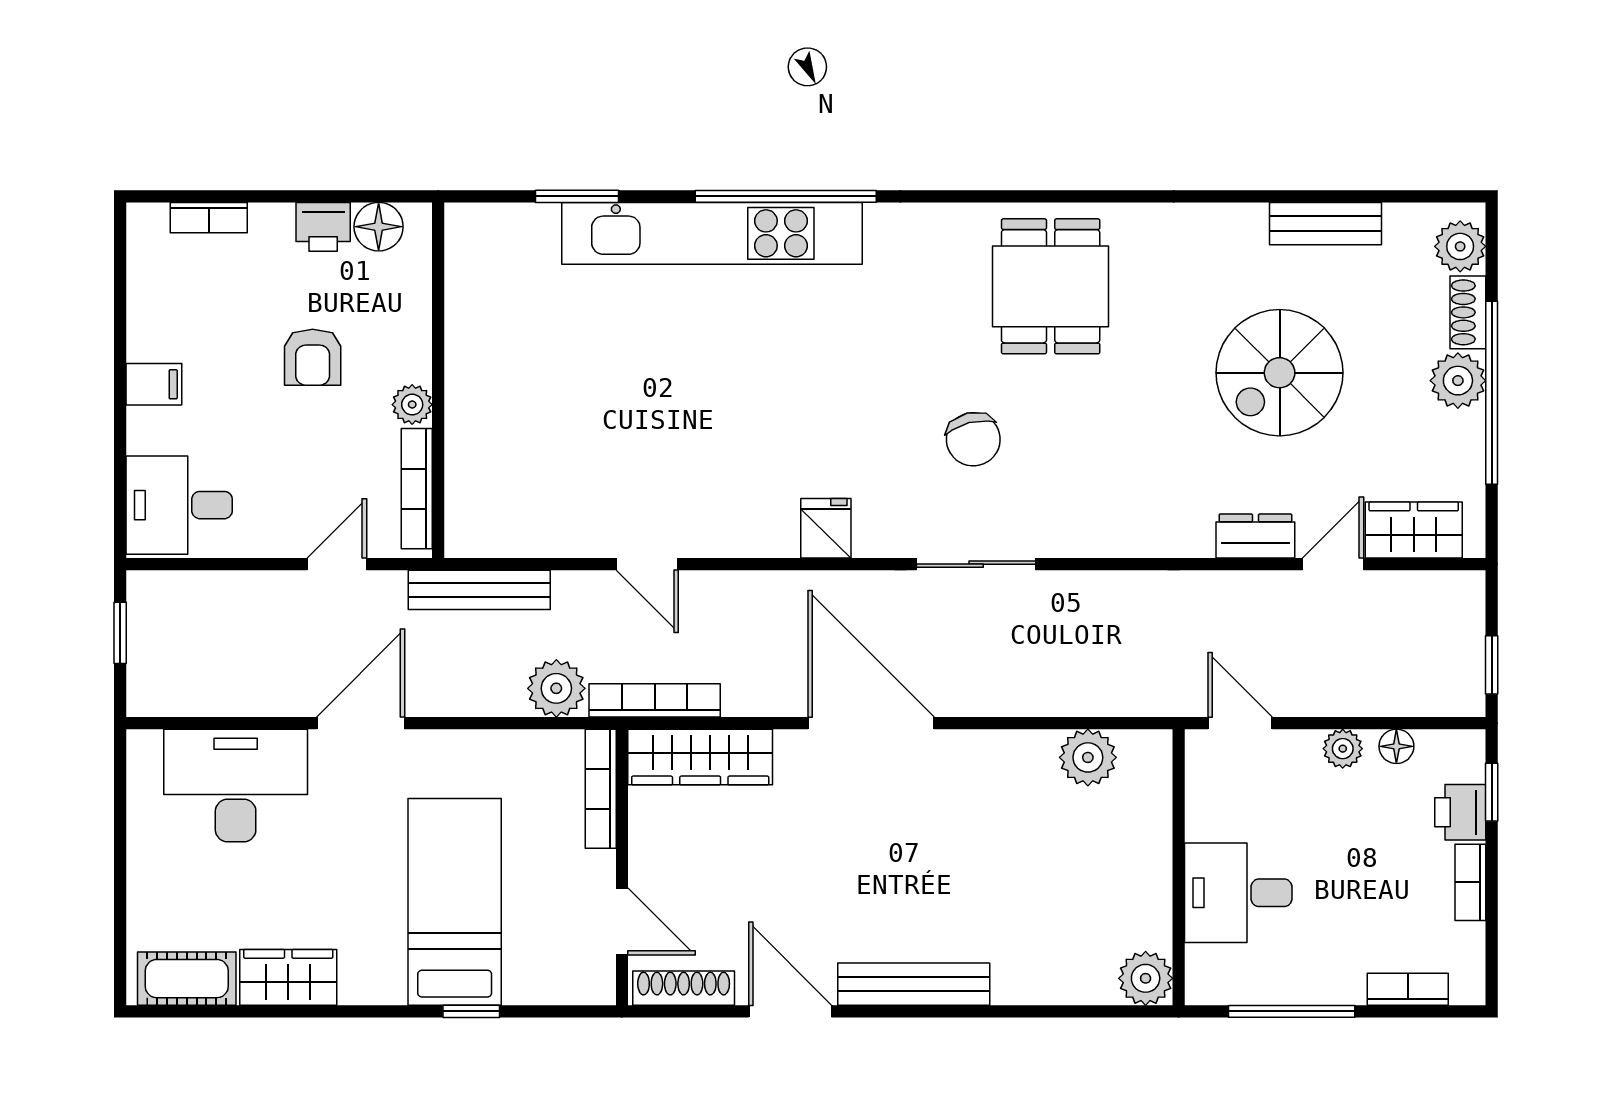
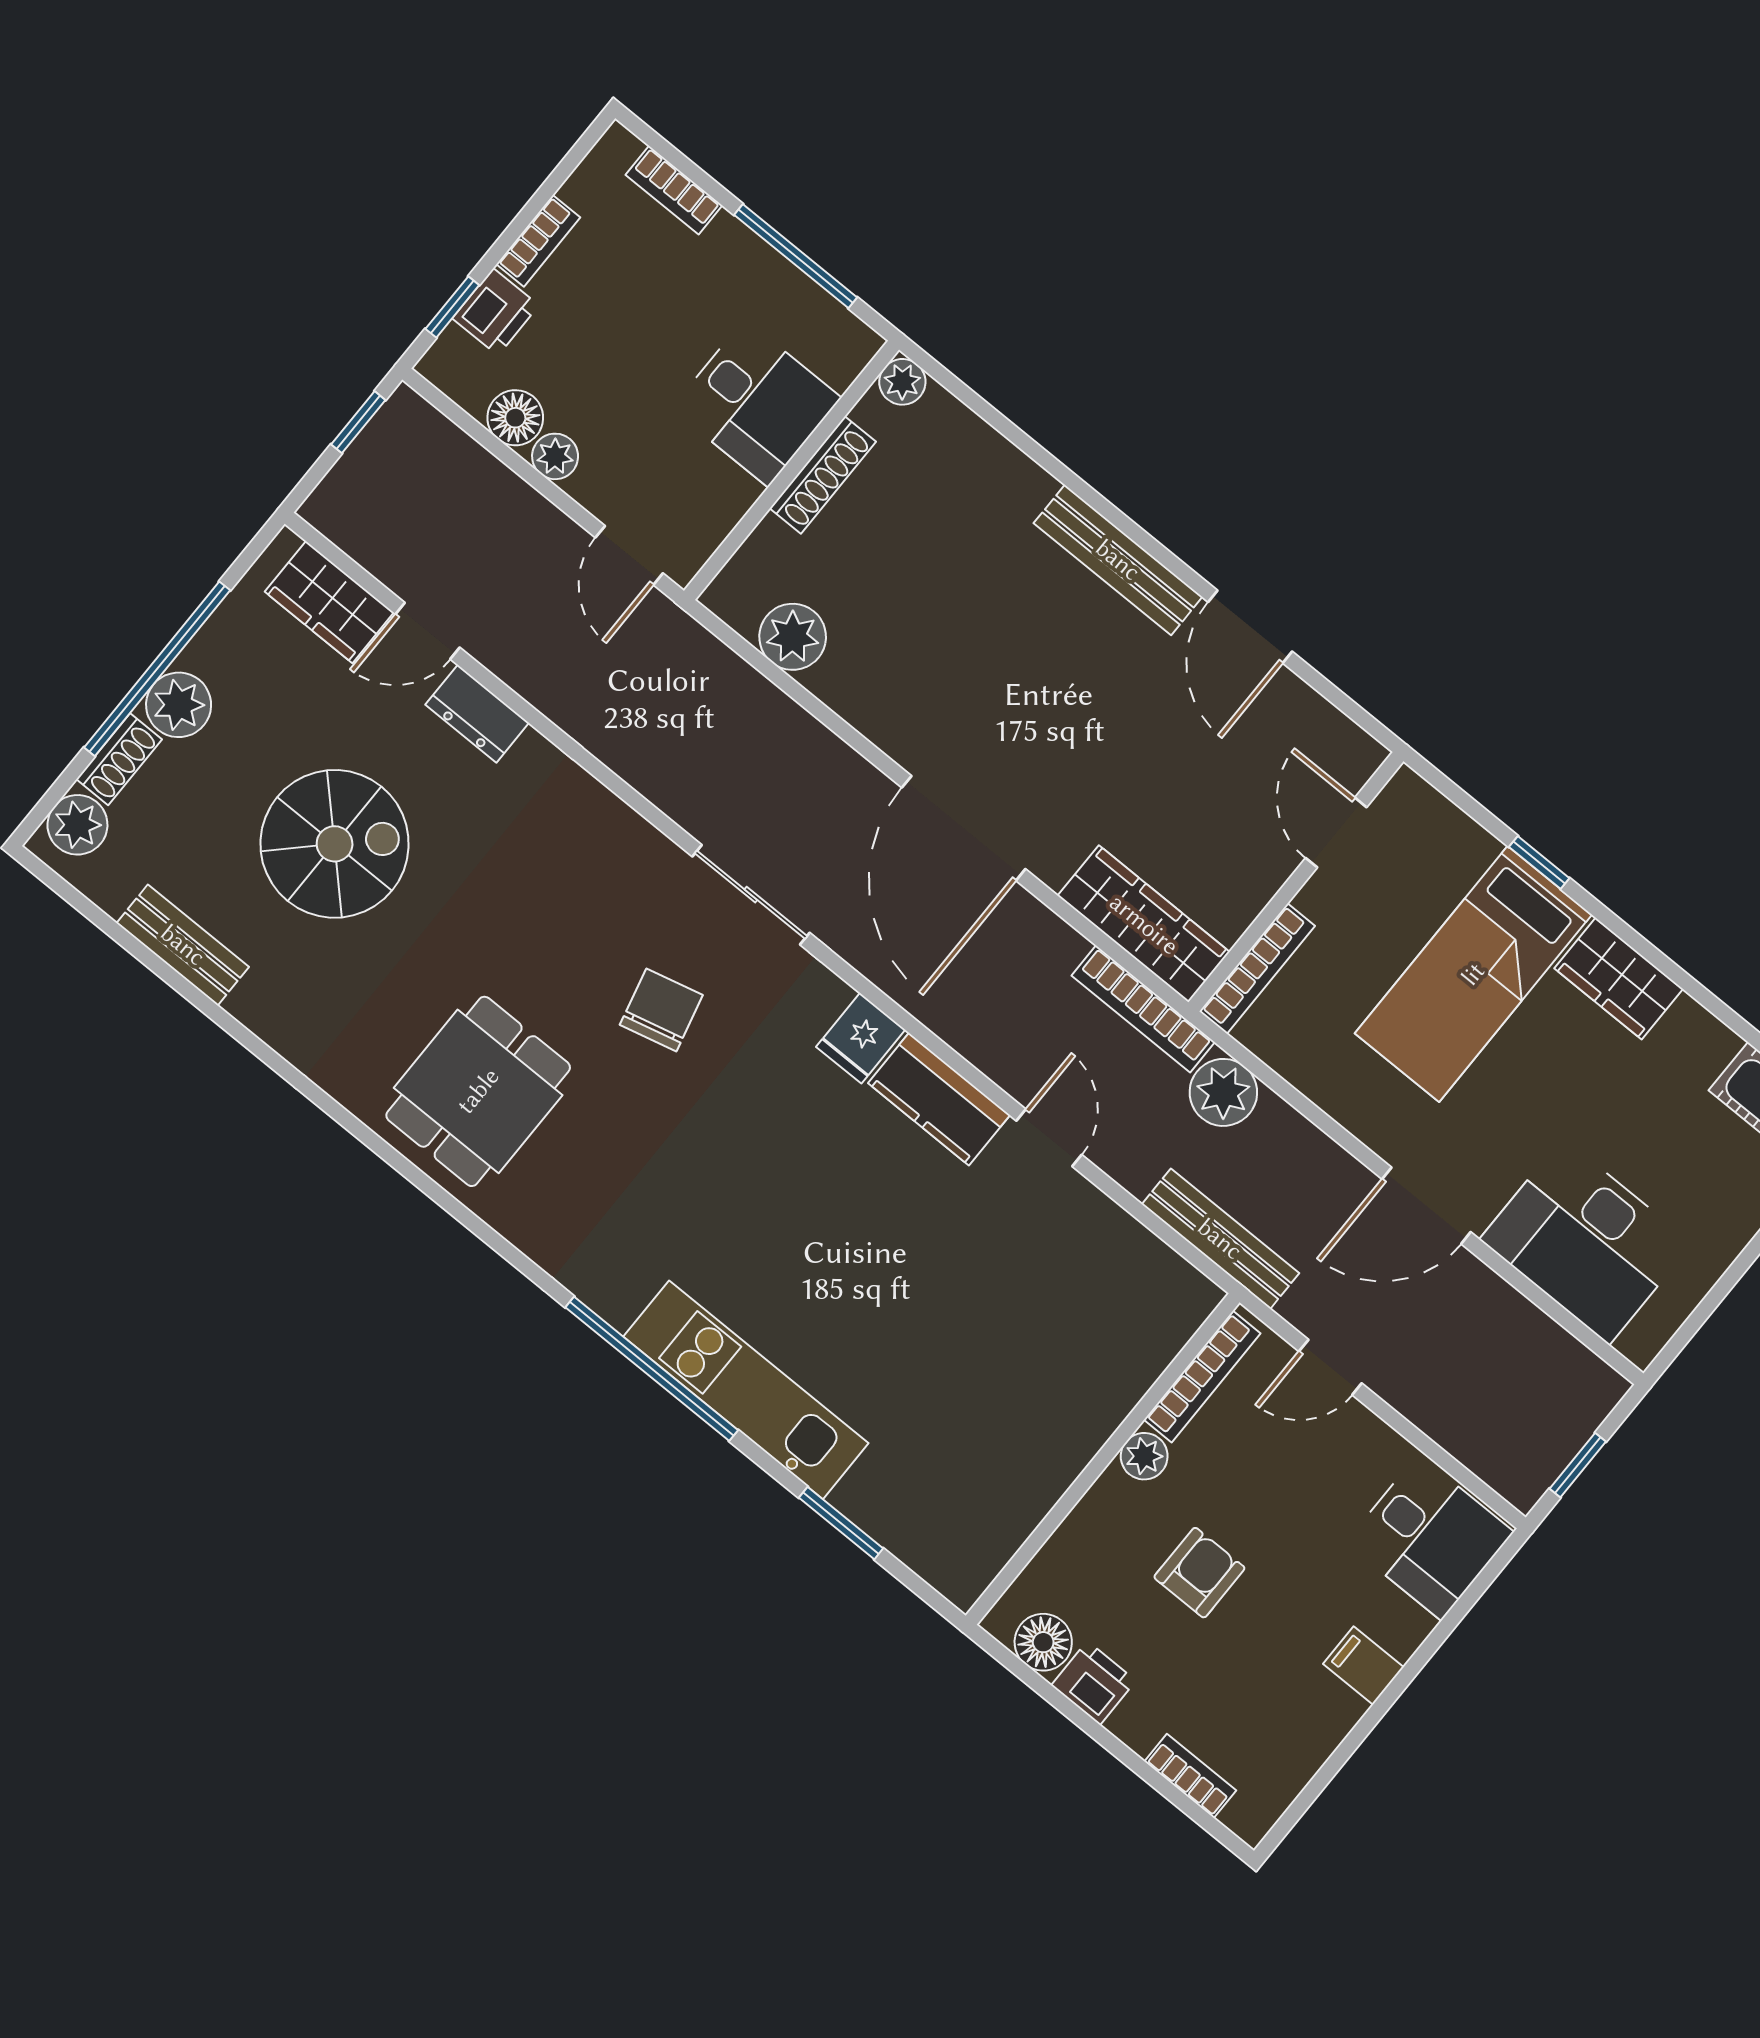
kitchen unit: (712, 233) -> (746, 1390), width x0.73
kitchen counter: (741, 530) -> (939, 1099), added
floor lamp: (1396, 746) -> (515, 418), width x1.37, depth x1.37
wardrobe: (288, 977) -> (1619, 979), moved
plant: (1146, 978) -> (902, 382), width x0.73, depth x0.73
shoe rack: (684, 988) -> (823, 475), moved, turned -90

